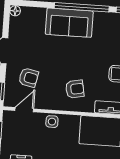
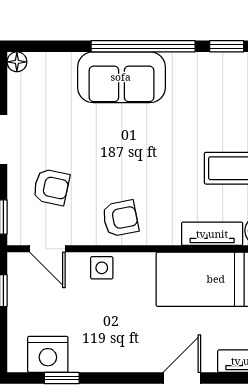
armchair: (75, 89) -> (120, 218), moved
door: (24, 110) -> (47, 249), swing flipped

